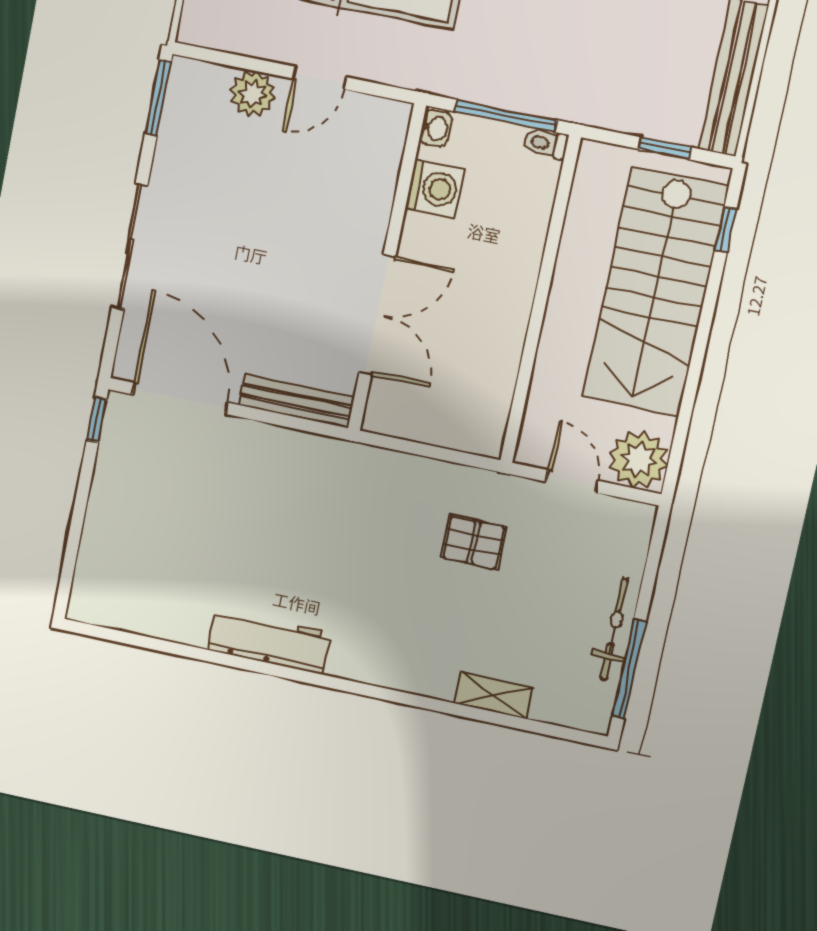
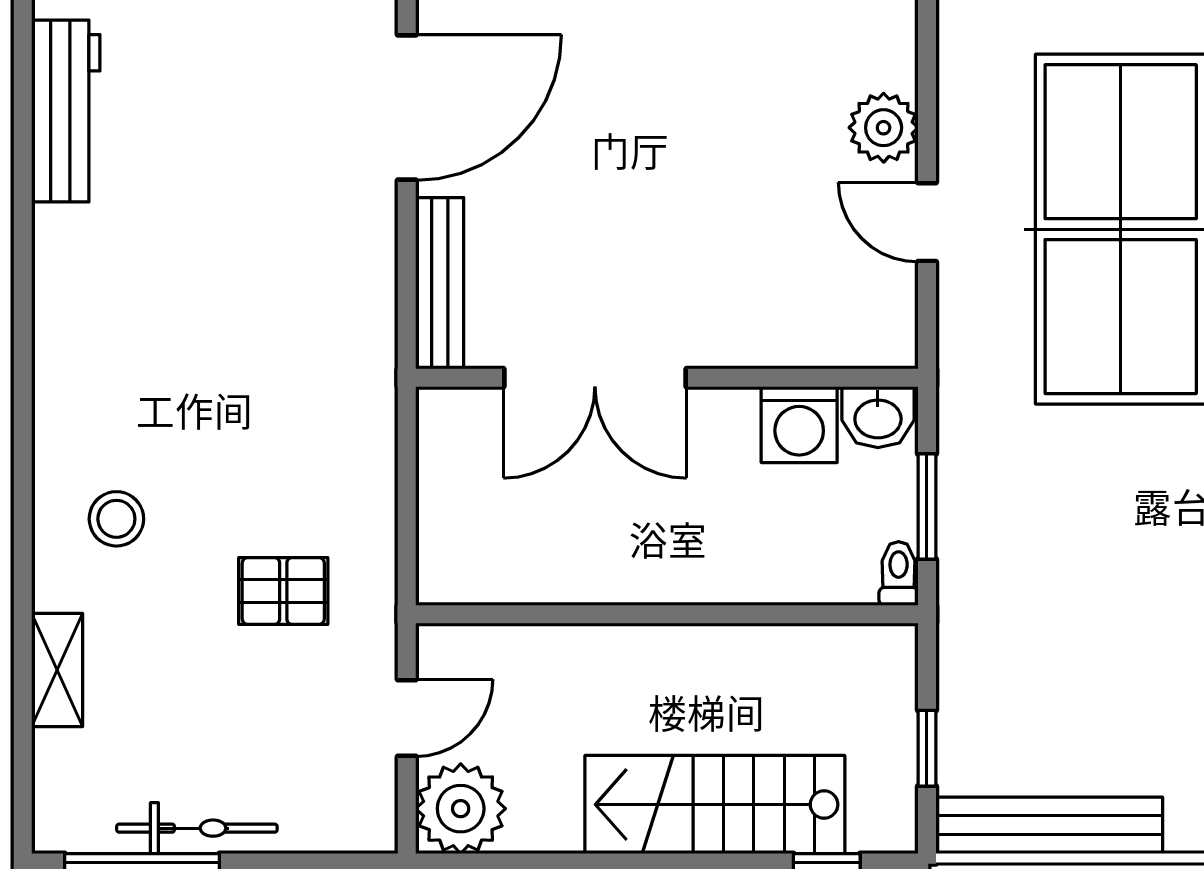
window: (506, 116) -> (927, 507), width x0.69
washbasin: (436, 128) -> (878, 417), width x1.38, depth x1.45
stairs: (655, 291) -> (715, 805), width x0.73, depth x0.66
pallet: (474, 542) -> (283, 591), turned 90
stool: (405, 637) -> (116, 519), added
workbench: (269, 641) -> (66, 111), moved

